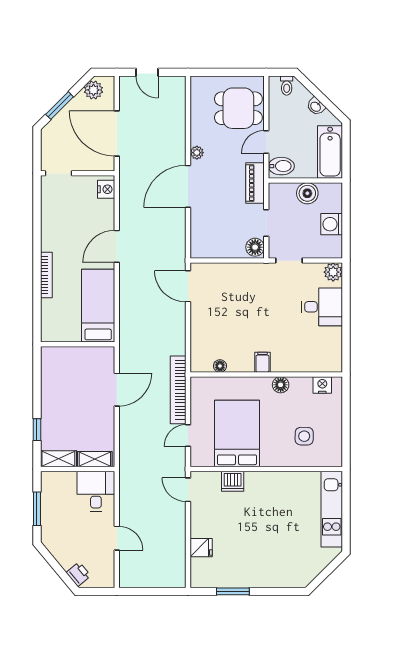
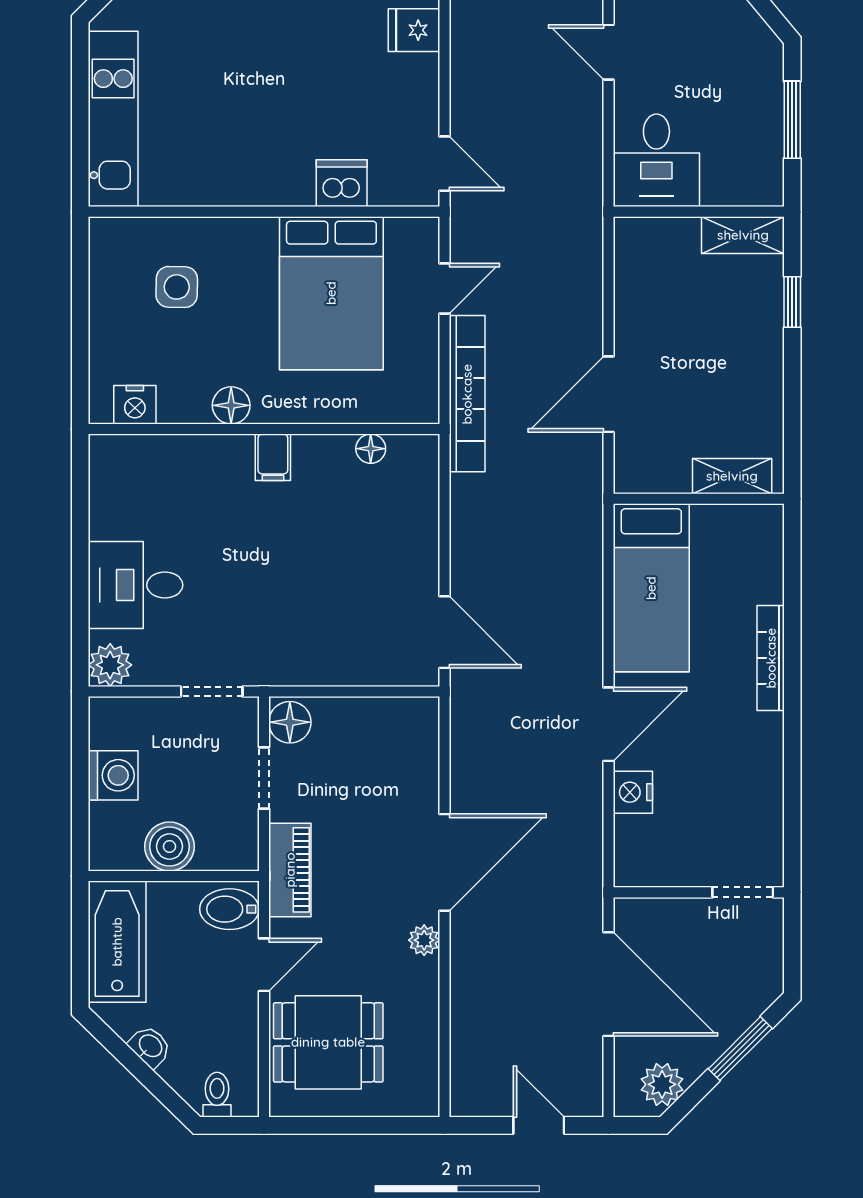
nightstand: (106, 189) -> (633, 792), moved
shelving: (95, 459) -> (732, 476), moved

